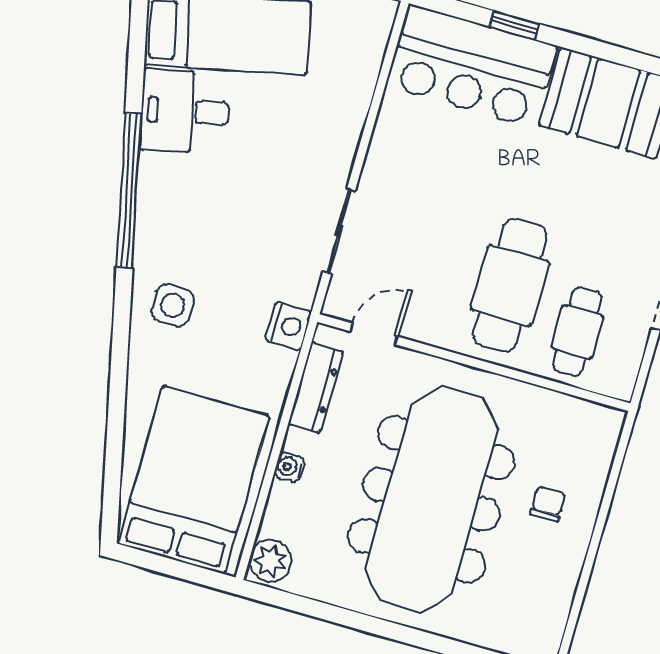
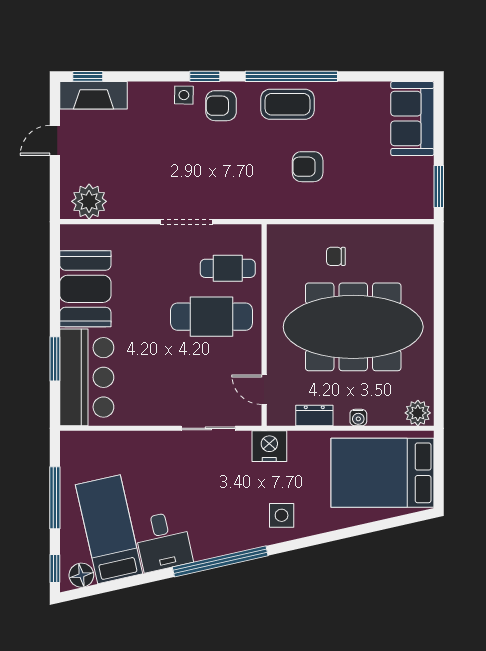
window: (514, 25) -> (55, 359), width x1.50
nightstand: (288, 326) -> (269, 446), width x1.36, depth x1.33
dresser: (316, 388) -> (314, 415), width x0.70

